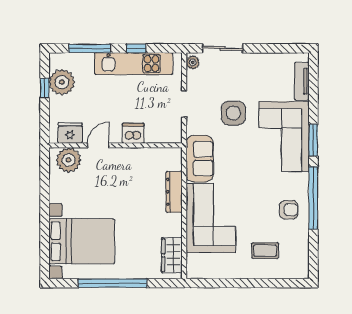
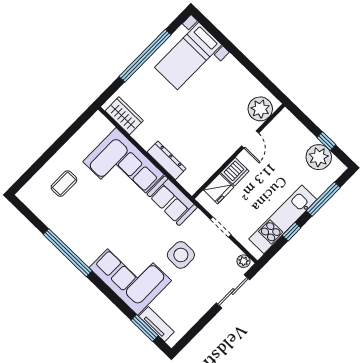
fridge: (70, 133) -> (219, 189), moved
window: (313, 140) -> (145, 328), moved
armchair: (289, 210) -> (76, 228), removed
bed with nightstands: (82, 241) -> (188, 56), width x0.73

